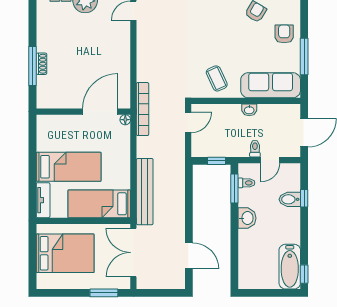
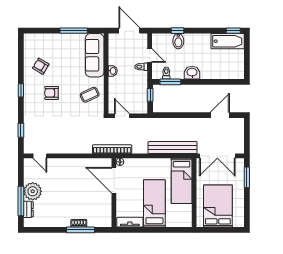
armchair: (284, 34) -> (52, 93), moved
tv unit: (43, 200) -> (130, 222), moved

